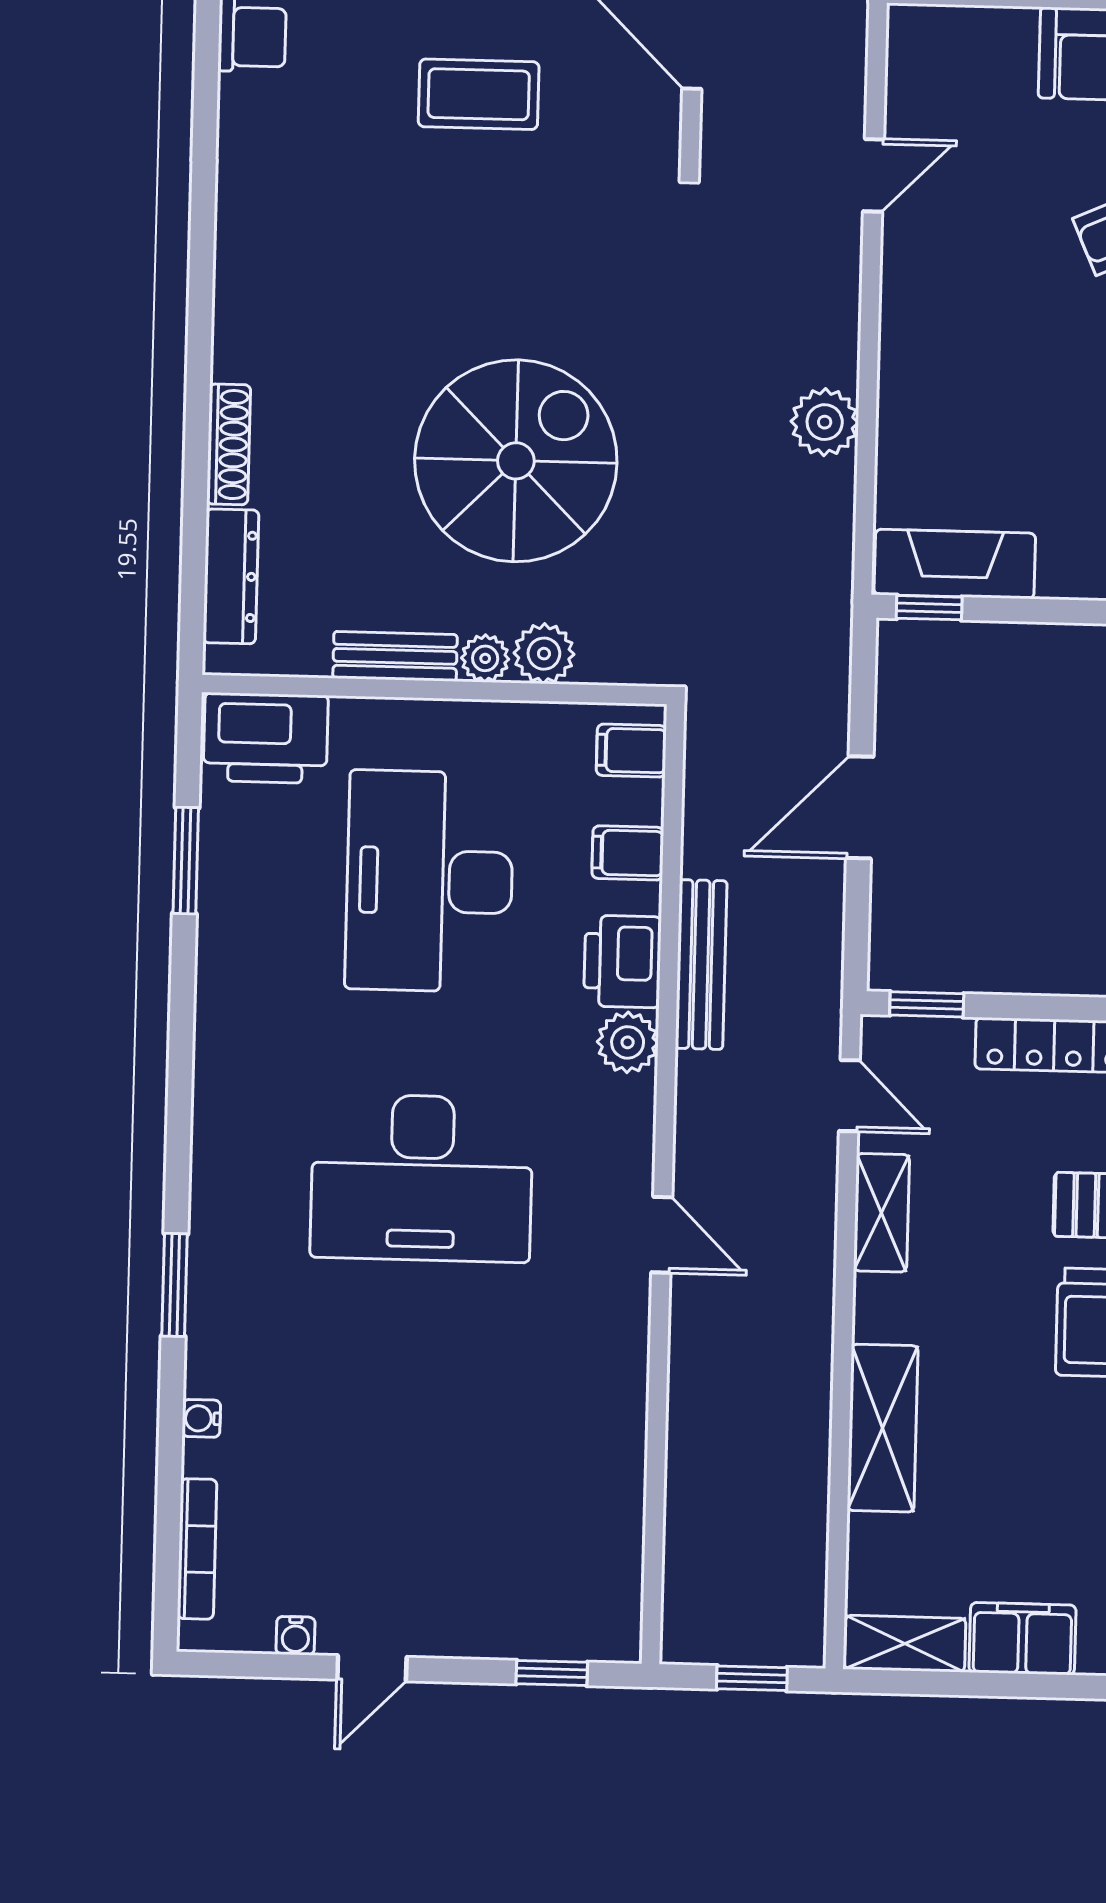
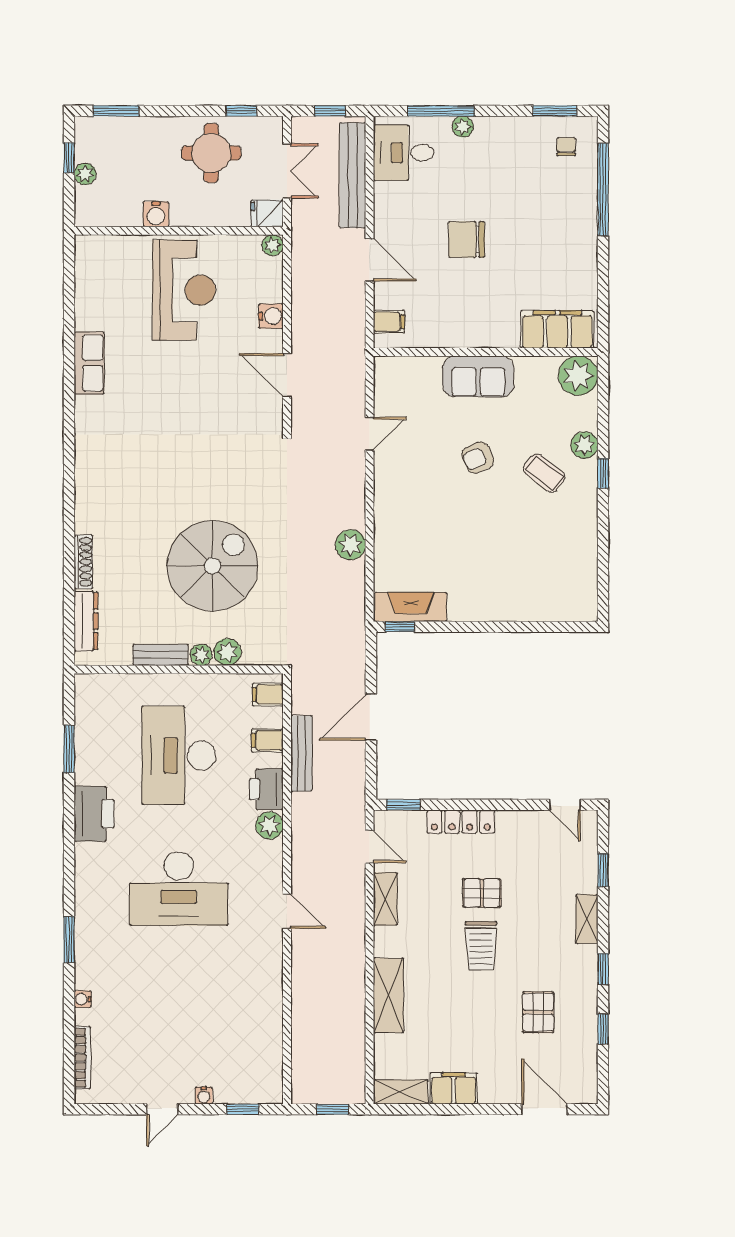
coffee table: (479, 94) -> (192, 402), removed
printer: (266, 738) -> (94, 814), moved, turned -90
bench: (701, 965) -> (302, 753), moved
water cooler: (295, 1636) -> (204, 1096), moved

